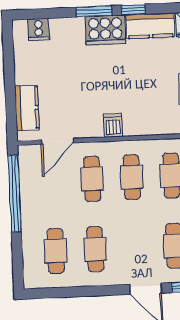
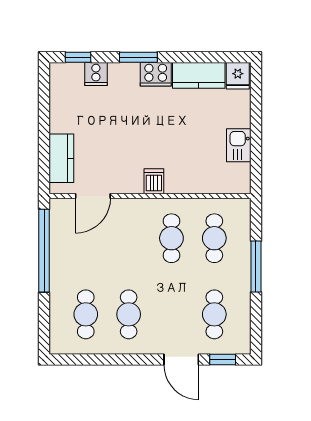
window: (133, 10) -> (78, 57), moved
cooker: (38, 29) -> (96, 74), moved
cooker: (105, 30) -> (156, 74), width x0.73, depth x0.76
cafe table: (92, 179) -> (129, 238), removed

